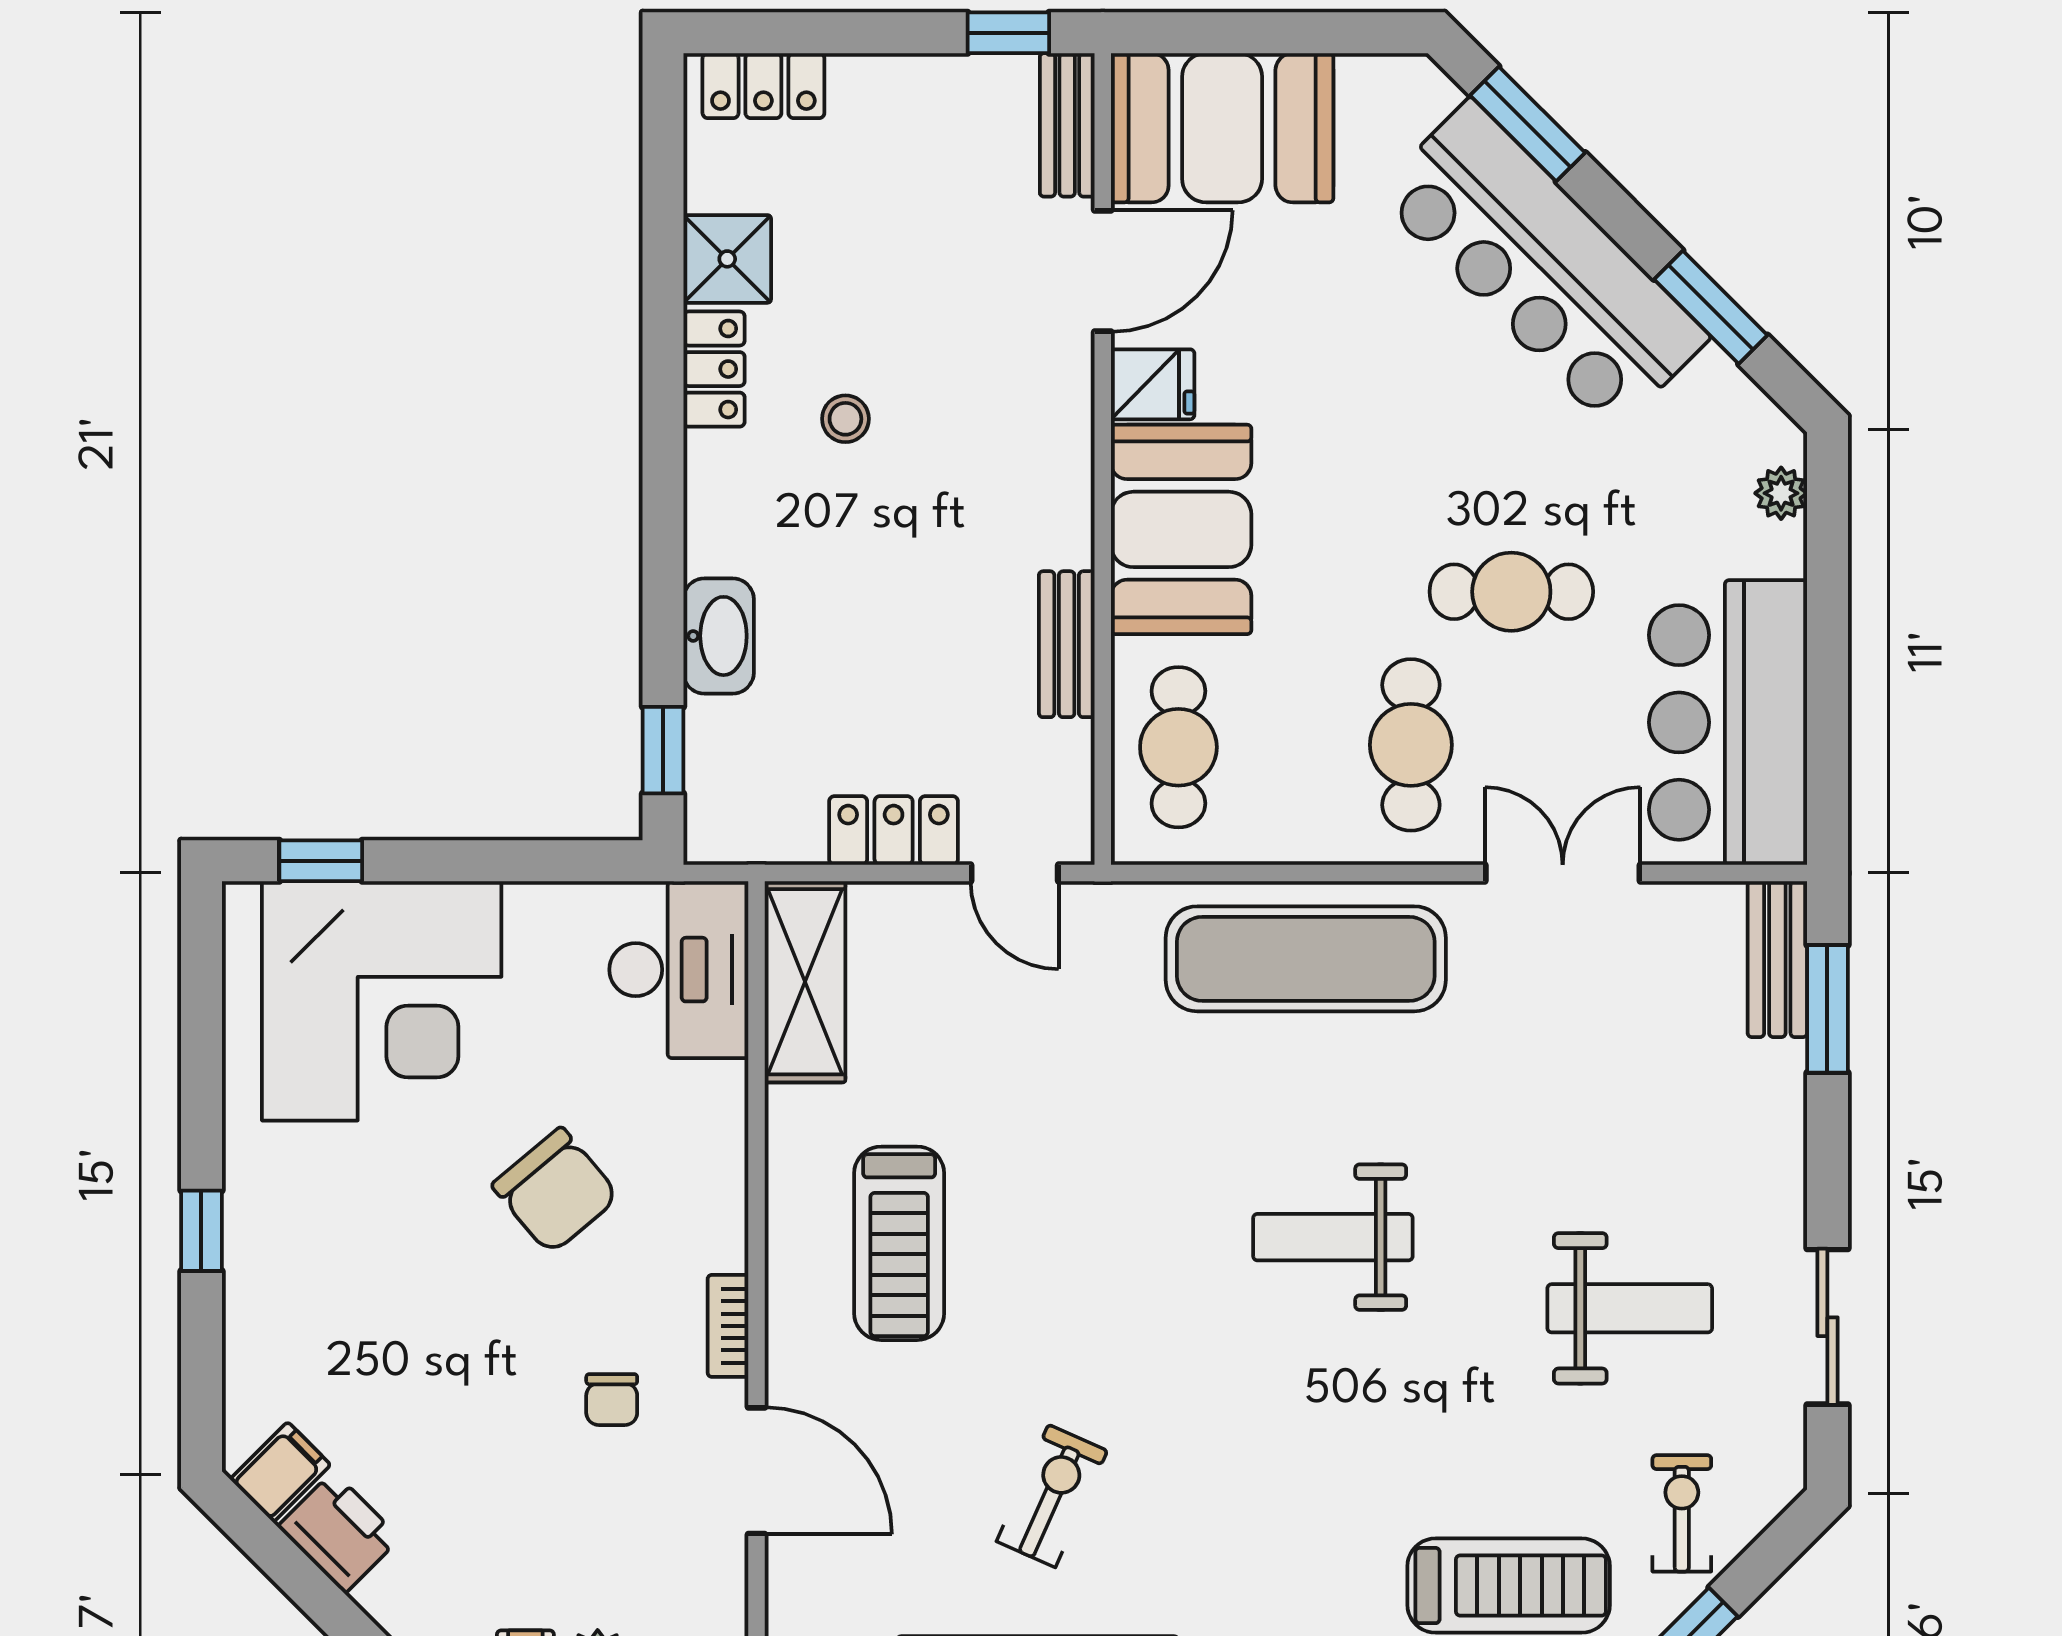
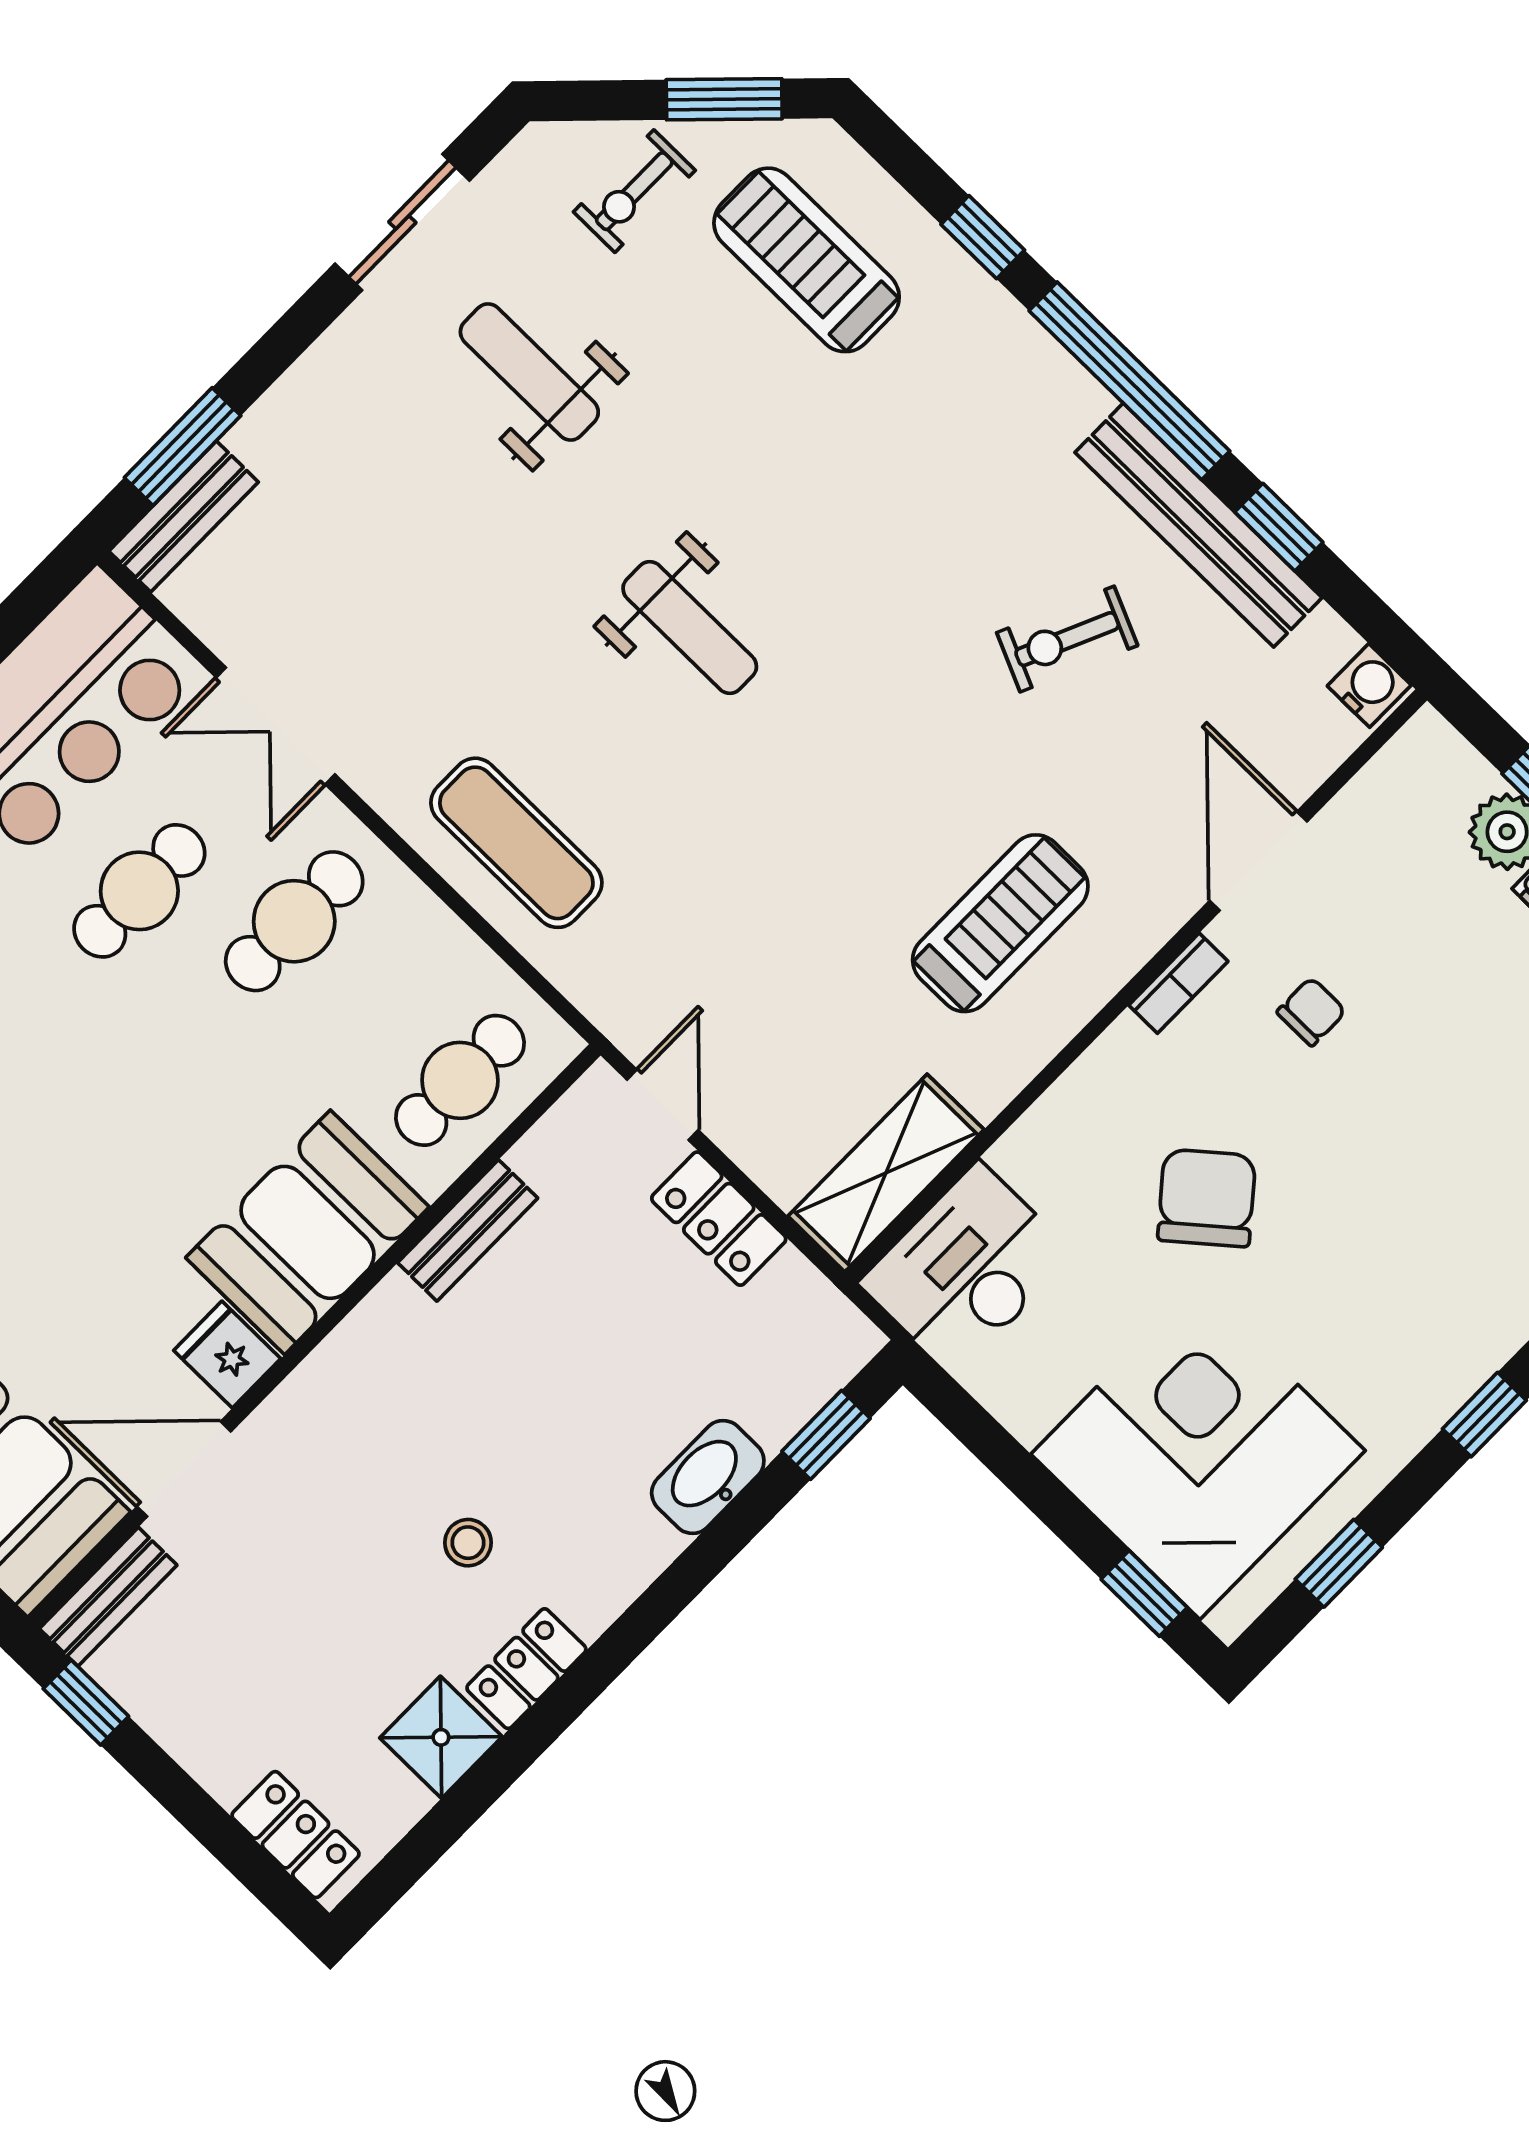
cafe table: (1511, 592) -> (139, 891), moved, turned 90
exercise mat: (1306, 959) -> (516, 843), width x0.73, depth x0.69
window: (201, 1020) -> (1339, 1563), added

